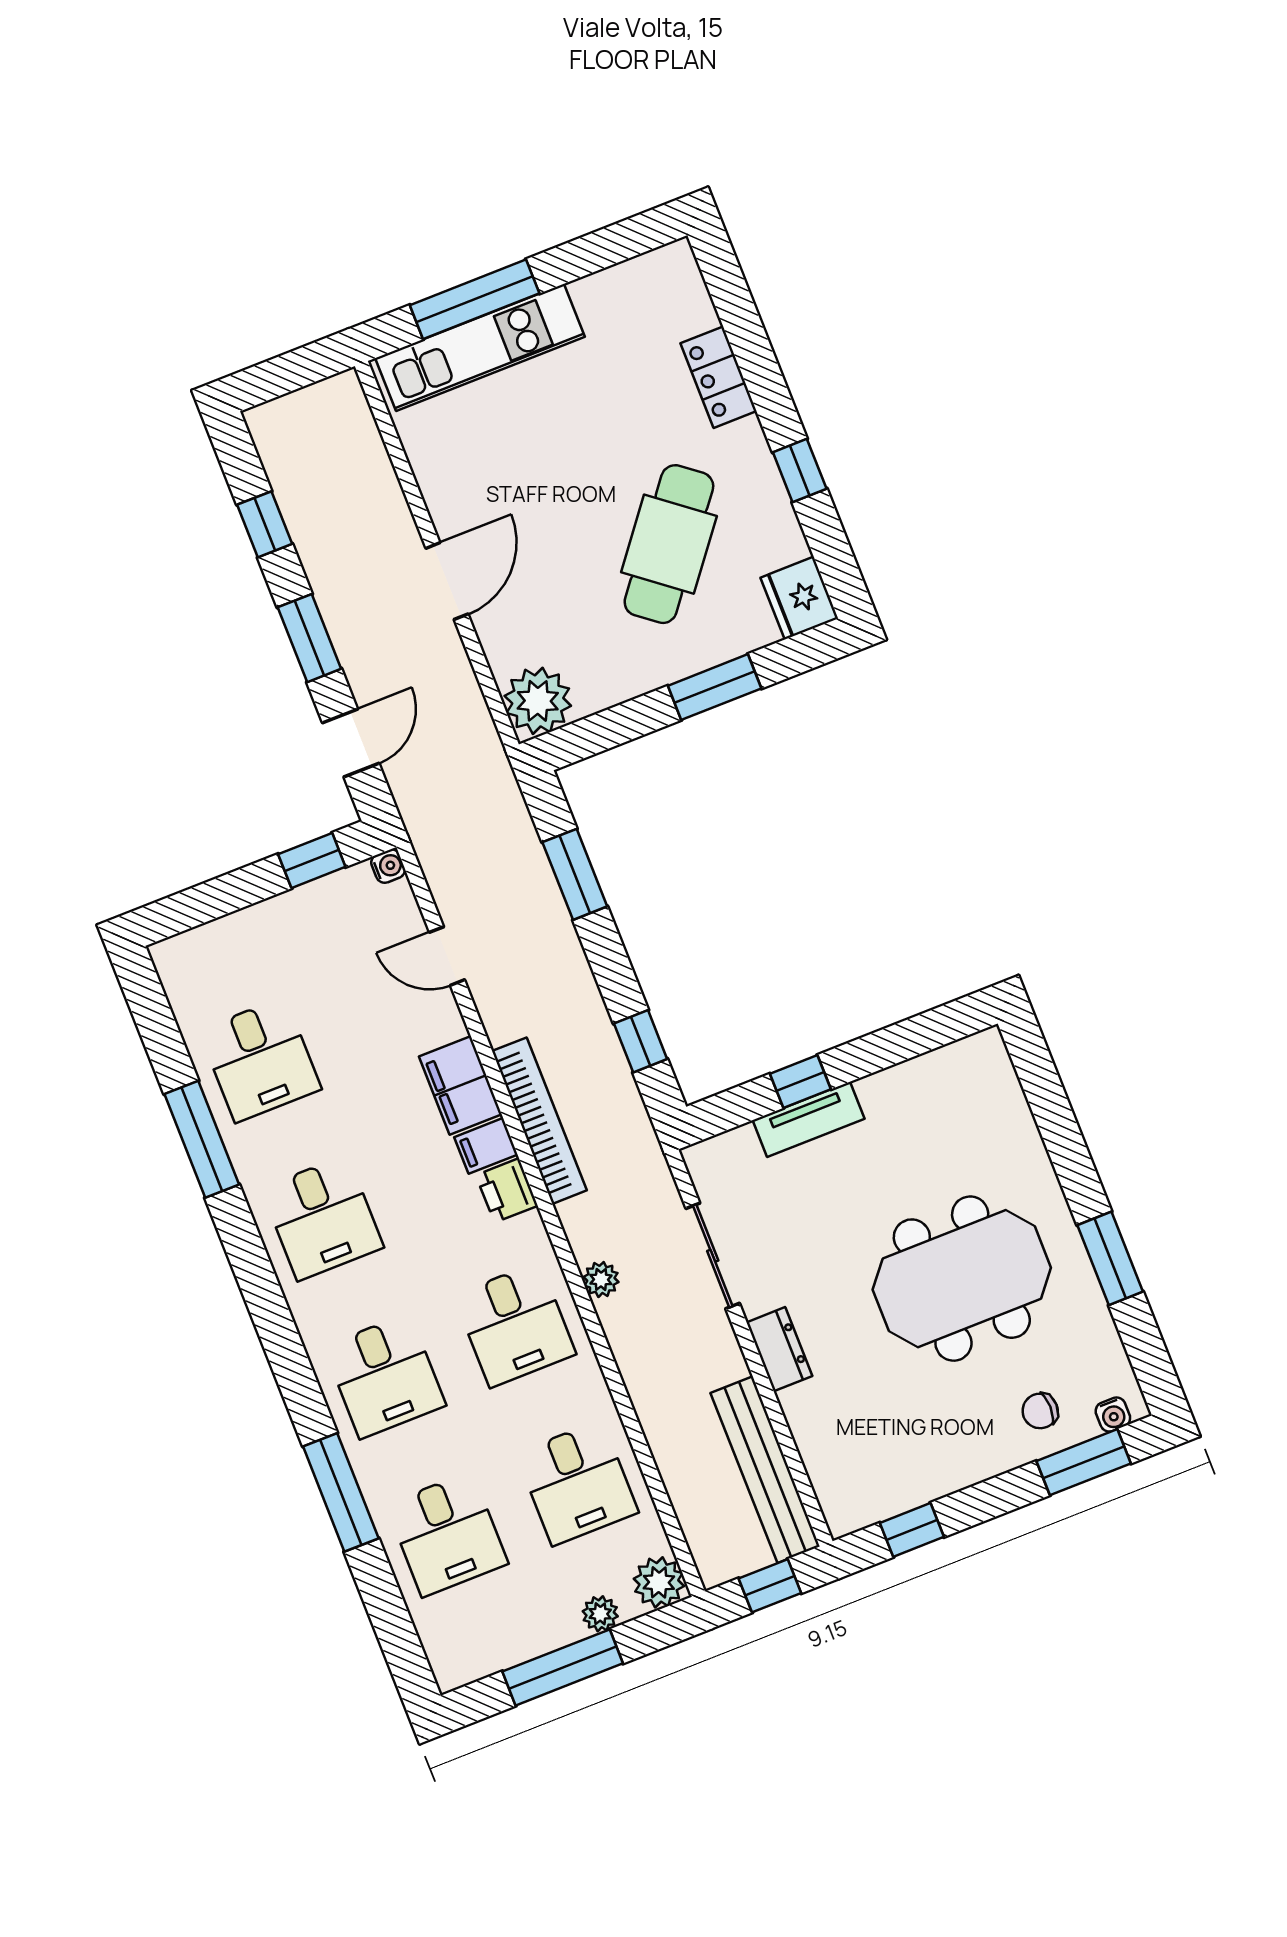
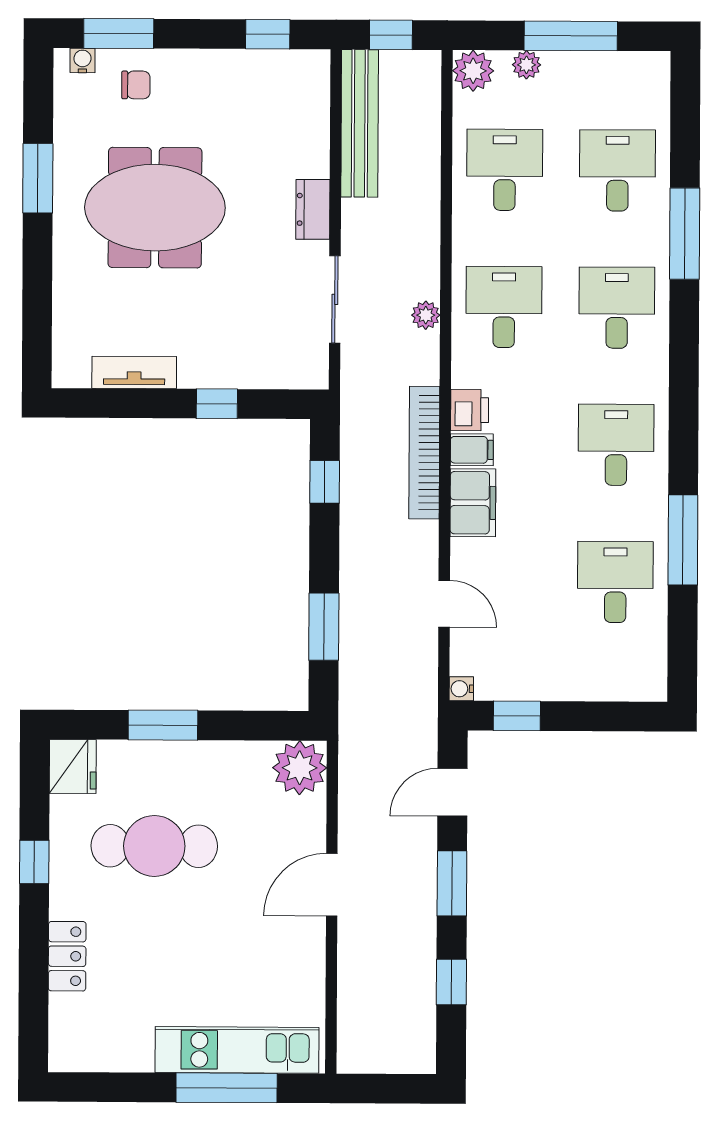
cafe table: (669, 544) -> (154, 846), turned 52
tv unit: (809, 1119) -> (134, 372), moved

